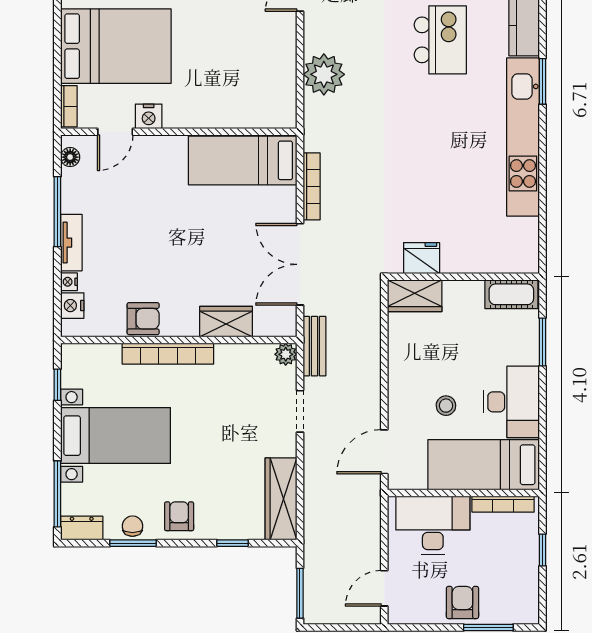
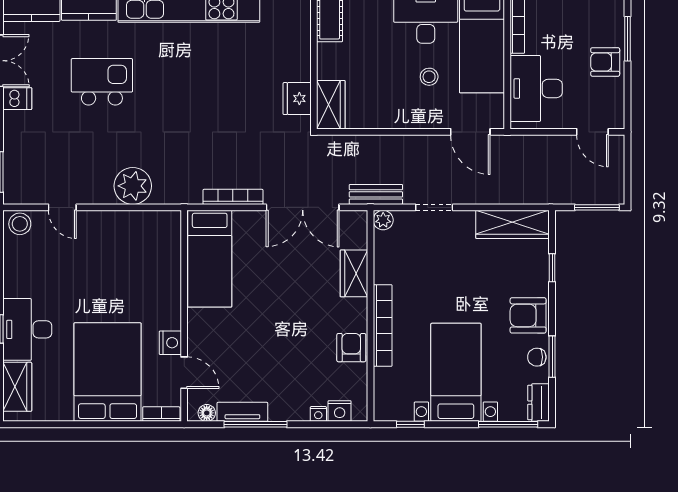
tv unit: (71, 243) -> (242, 412), moved
armchair: (179, 516) -> (528, 315), width x1.38, depth x1.38

